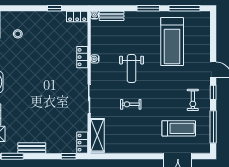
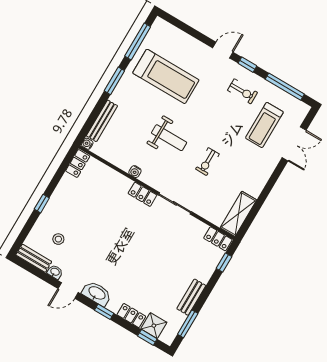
window: (54, 8) -> (42, 204), moved
bench: (112, 16) -> (102, 121), width x1.36
locker: (82, 57) -> (142, 194), moved
treadmill: (179, 128) -> (264, 125), turned 180
shelving: (97, 135) -> (238, 214), moved, turned 90

